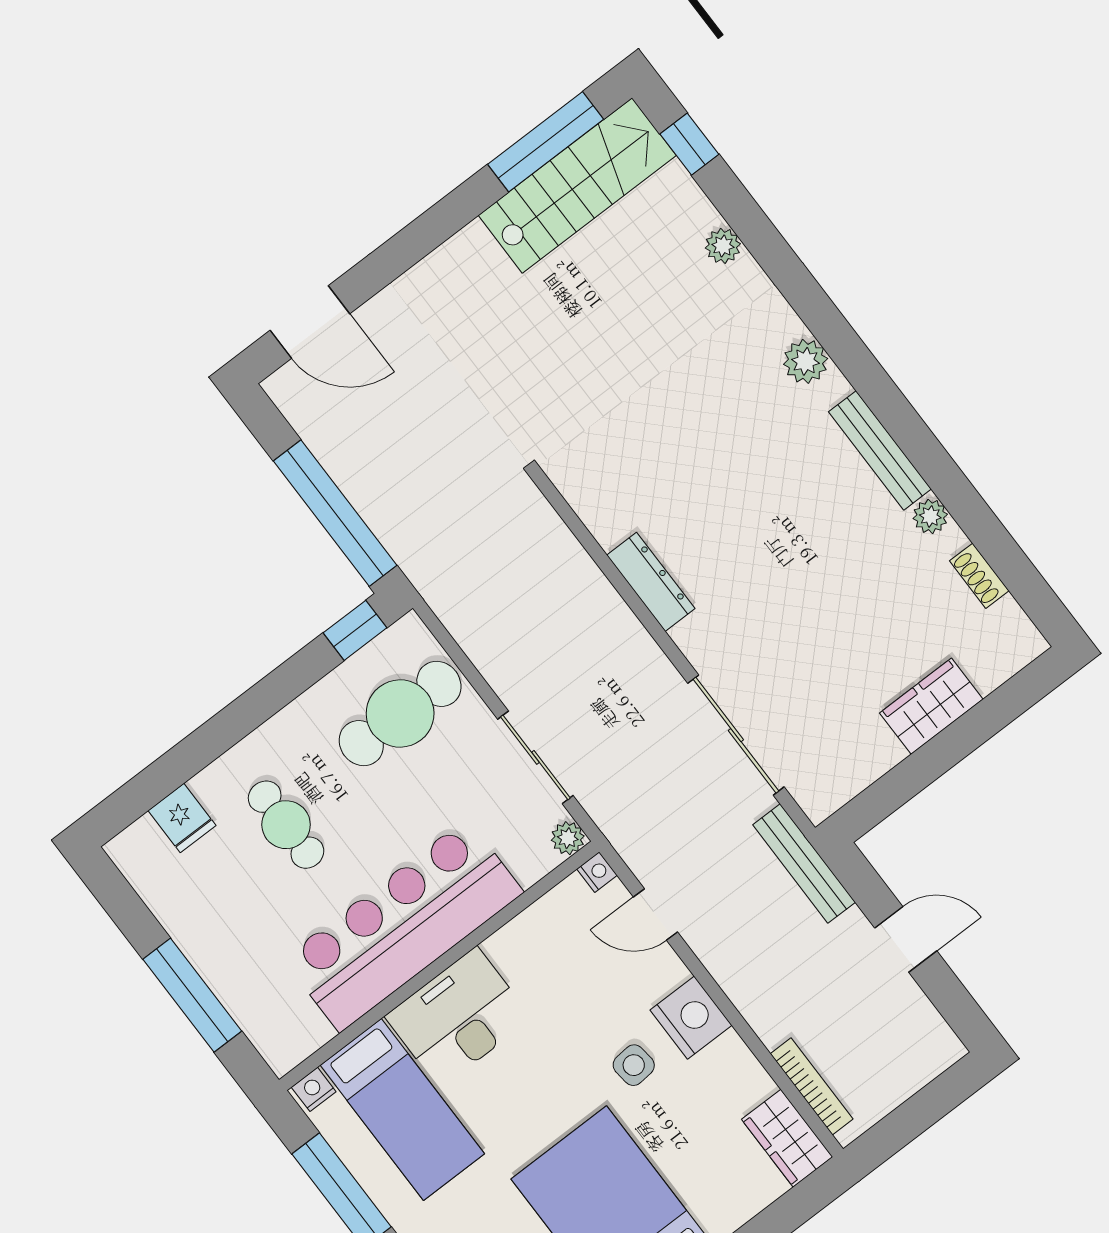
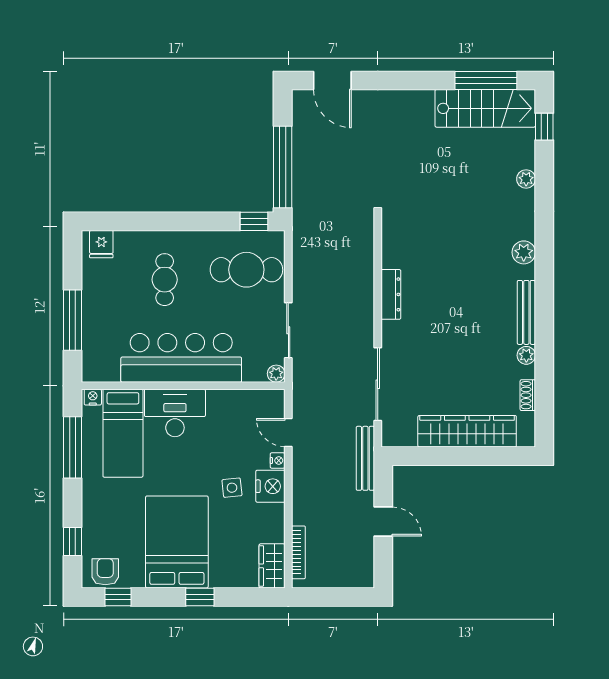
wardrobe: (931, 706) -> (467, 431), width x2.10, depth x1.17
fridge: (182, 818) -> (101, 244), moved
nightstand: (597, 872) -> (278, 461), moved

